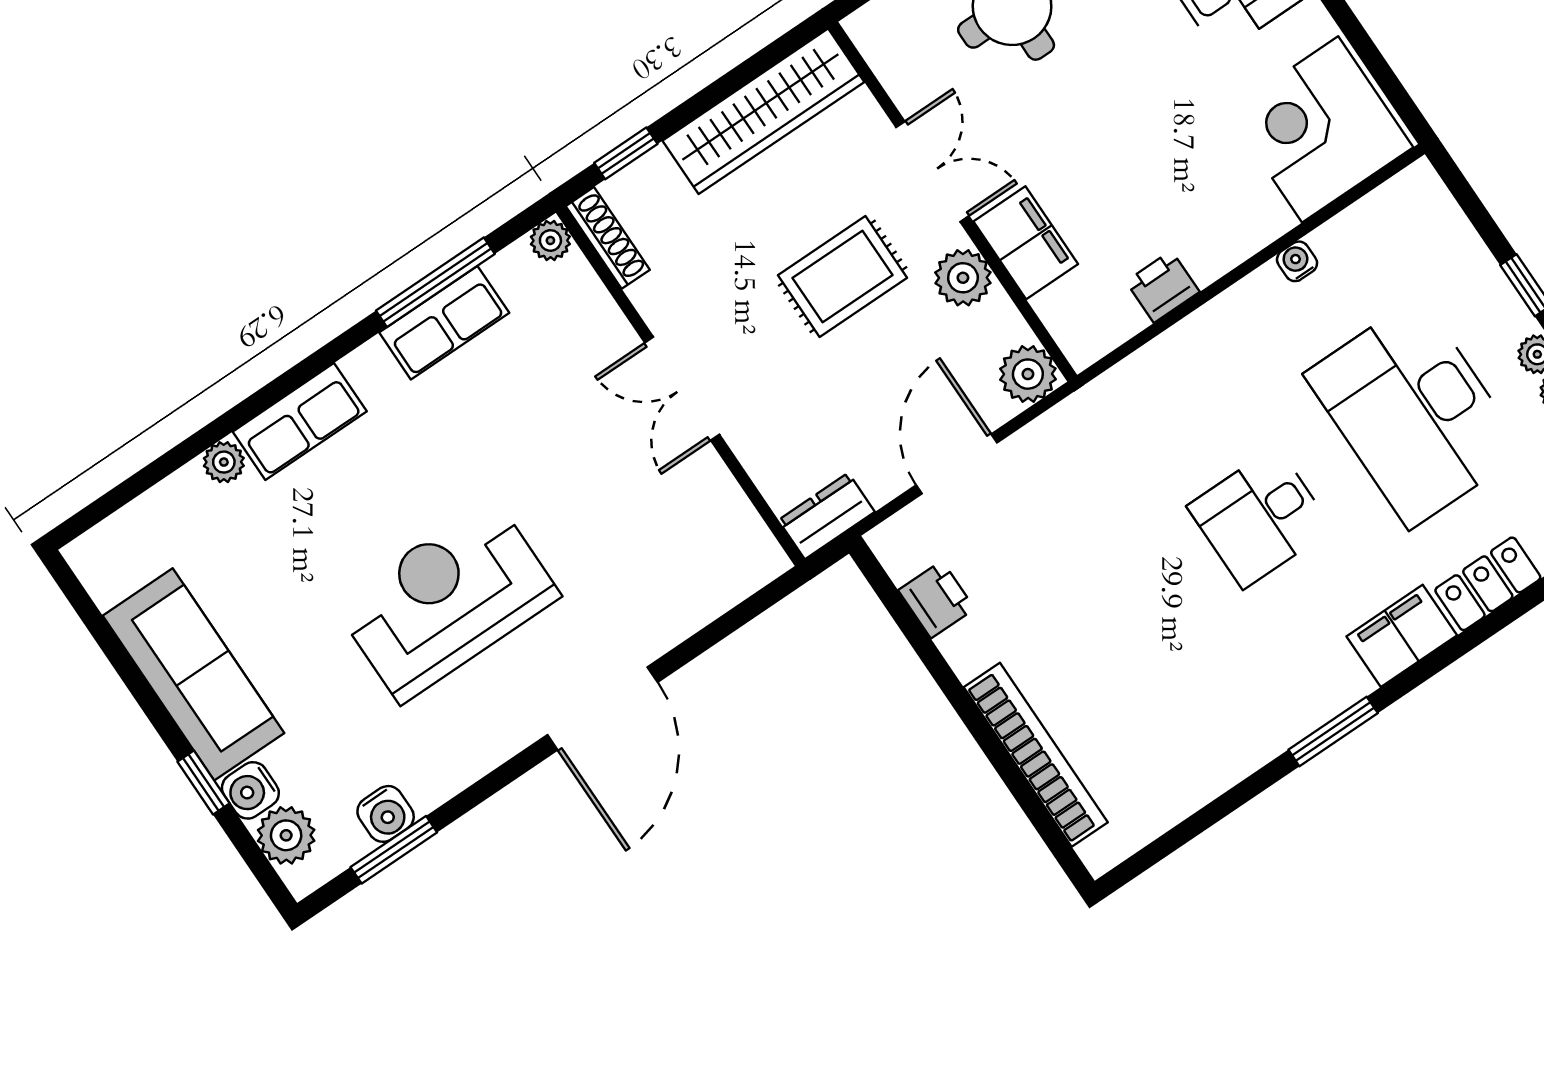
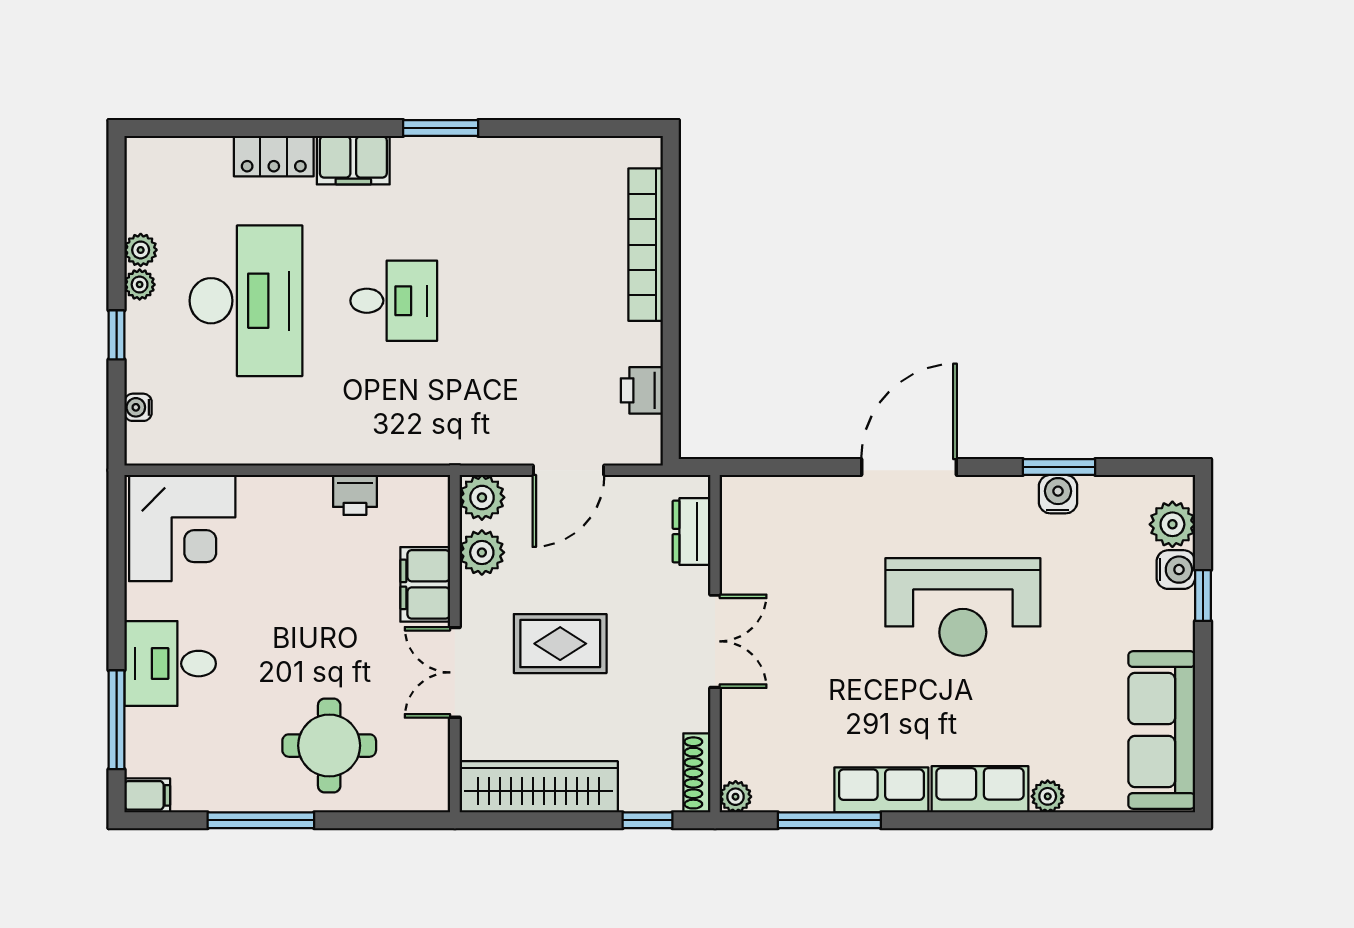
water cooler: (1297, 261) -> (138, 407), moved, turned 90
plant: (963, 278) -> (482, 552), moved
row of seats: (444, 323) -> (881, 790), moved
dresser: (827, 516) -> (691, 531), moved, turned 90
sofa: (193, 674) -> (1162, 730), moved
water cooler: (386, 814) -> (1058, 494), moved
window: (394, 850) -> (1059, 467), moved

